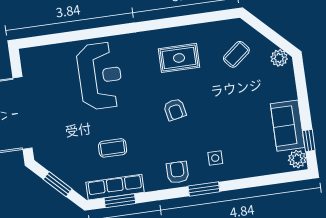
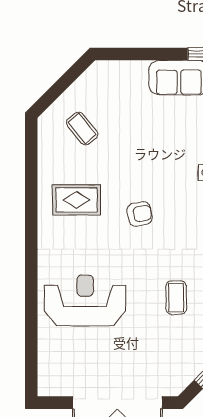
rug: (179, 58) -> (77, 200), turned 90
plant: (279, 58) -> (94, 76), removed

